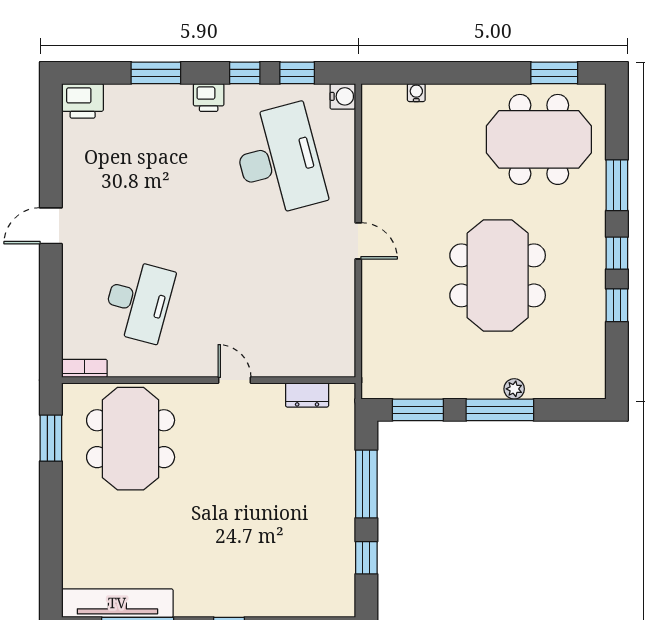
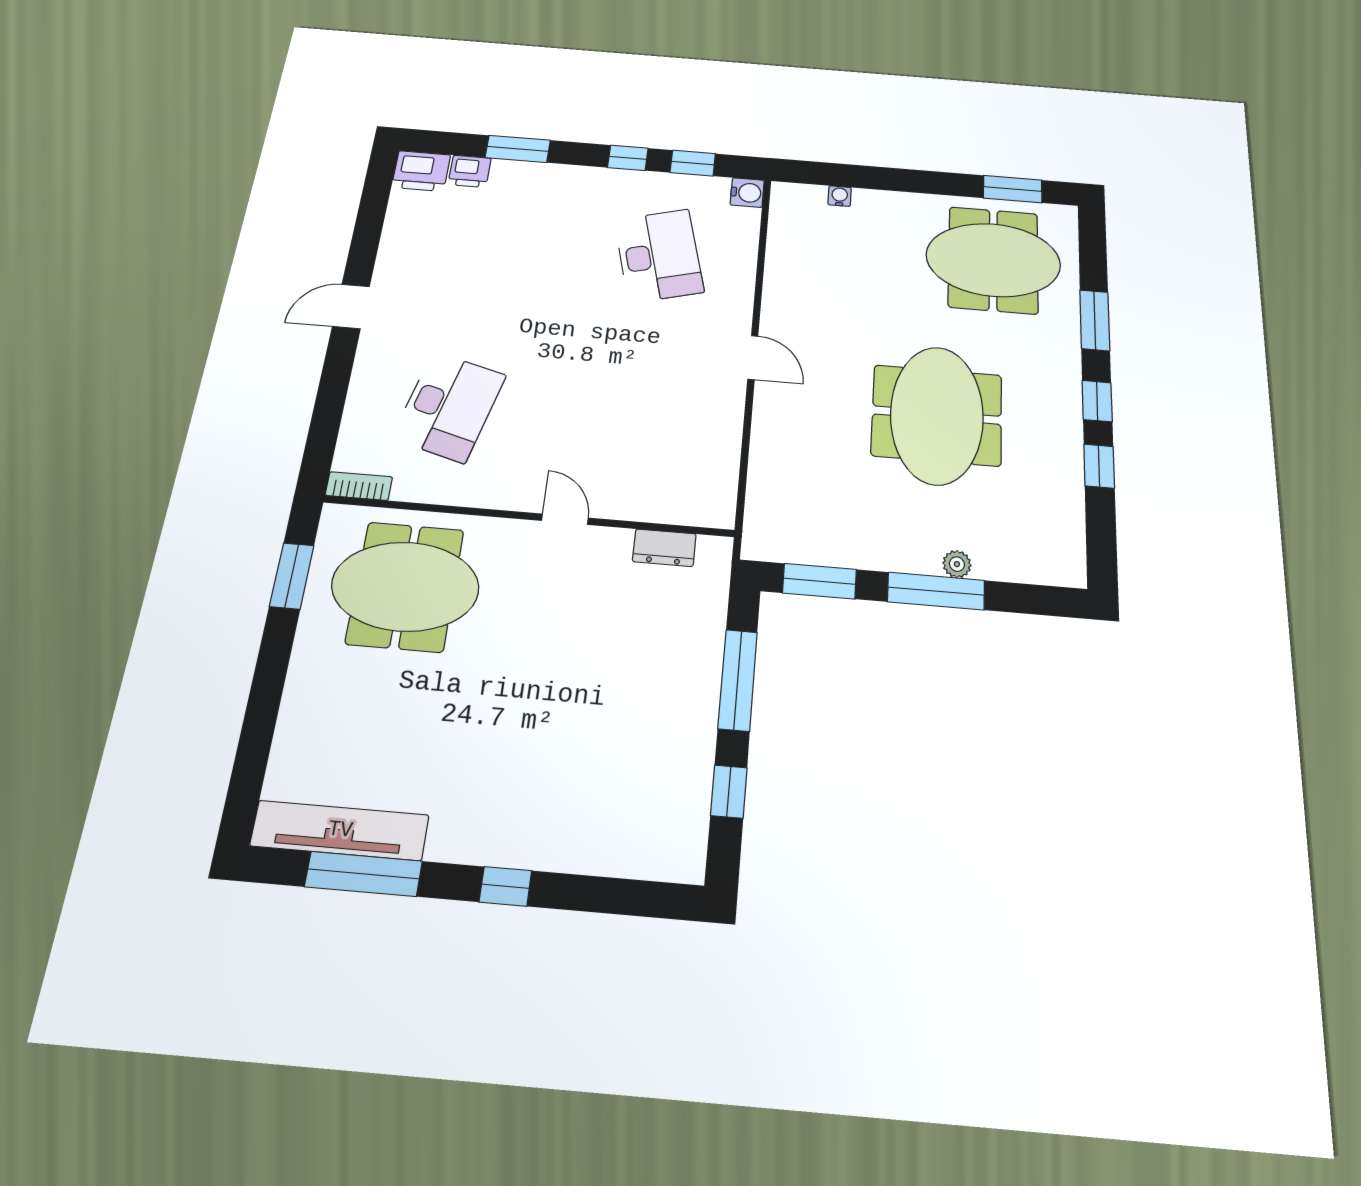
printer: (209, 98) -> (470, 171), moved
desk: (279, 160) -> (659, 256), width x0.73, depth x0.77
meeting table: (131, 439) -> (405, 586), turned 90

